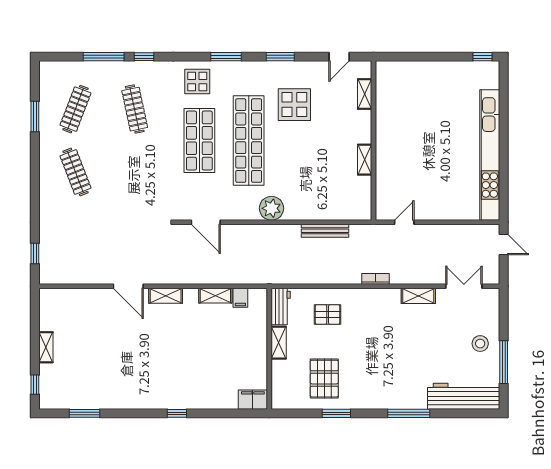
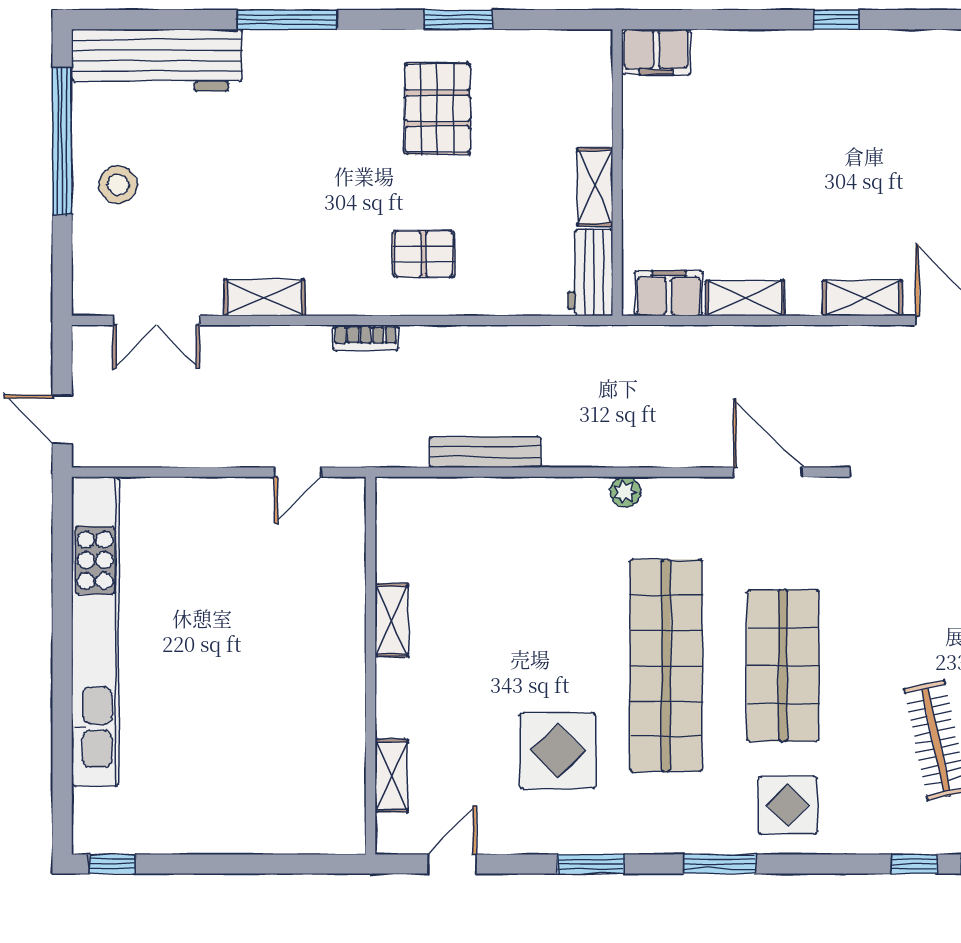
plant: (271, 208) -> (625, 492), width x0.53, depth x0.53
filing cabinet: (240, 298) -> (669, 293), width x2.00
pallet: (328, 314) -> (424, 254), moved
window: (504, 362) -> (62, 141), width x1.46
pallet: (324, 379) -> (437, 108), moved

